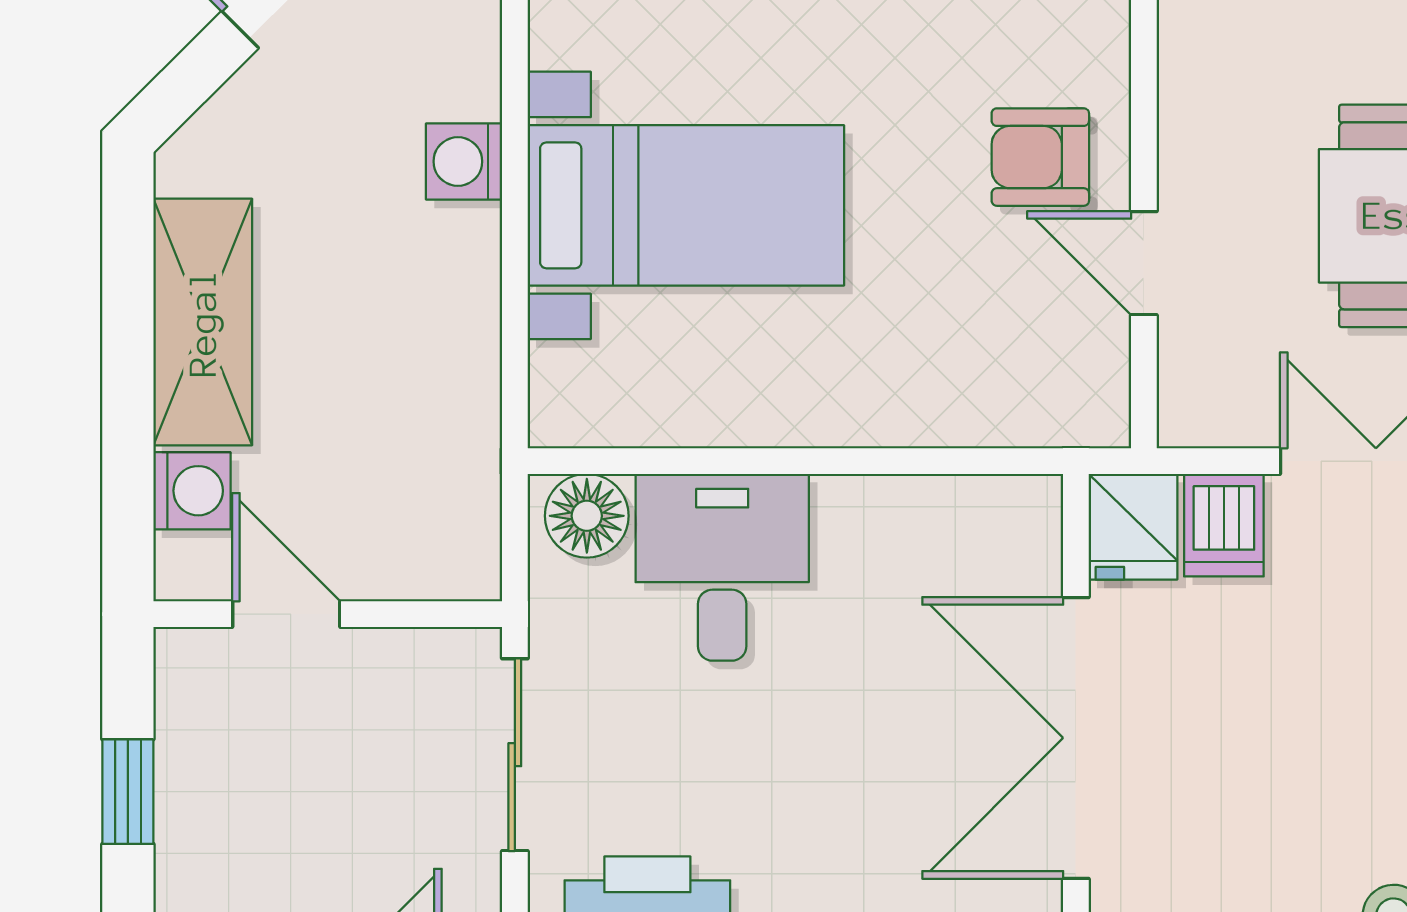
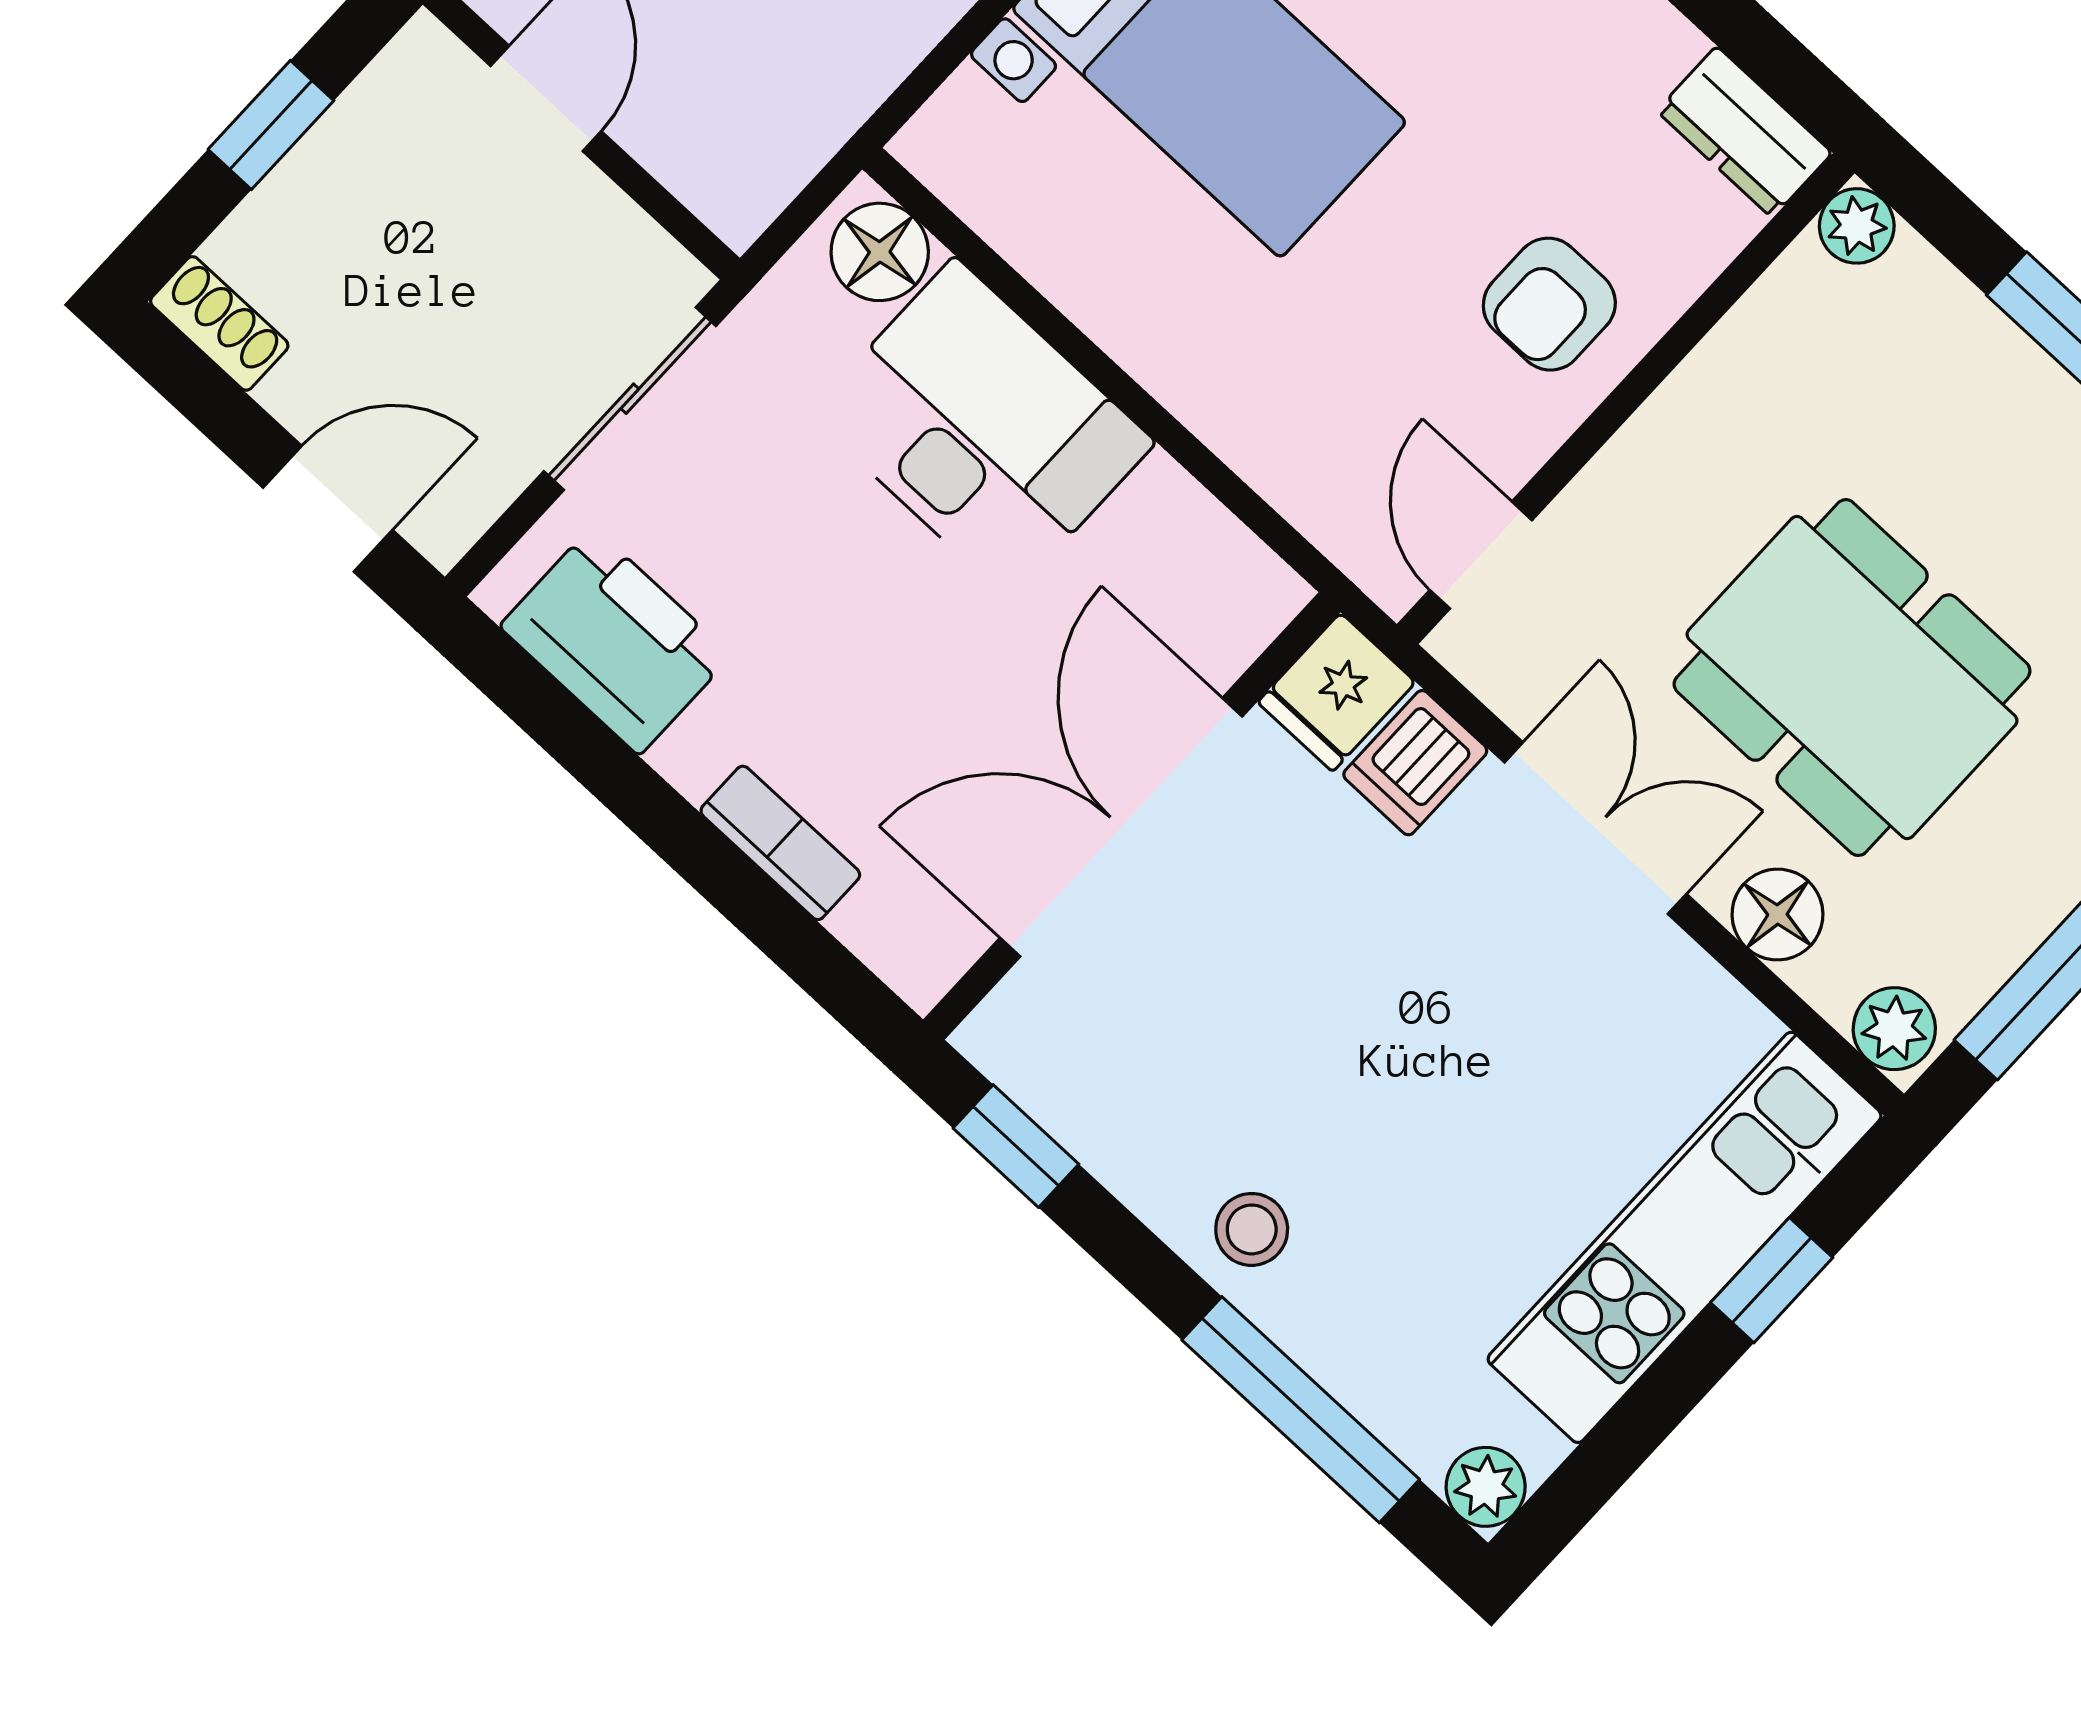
armchair: (1040, 157) -> (1549, 304), turned -90
door: (1144, 263) -> (1481, 555), moved
desk: (722, 567) -> (982, 428), width x1.37

